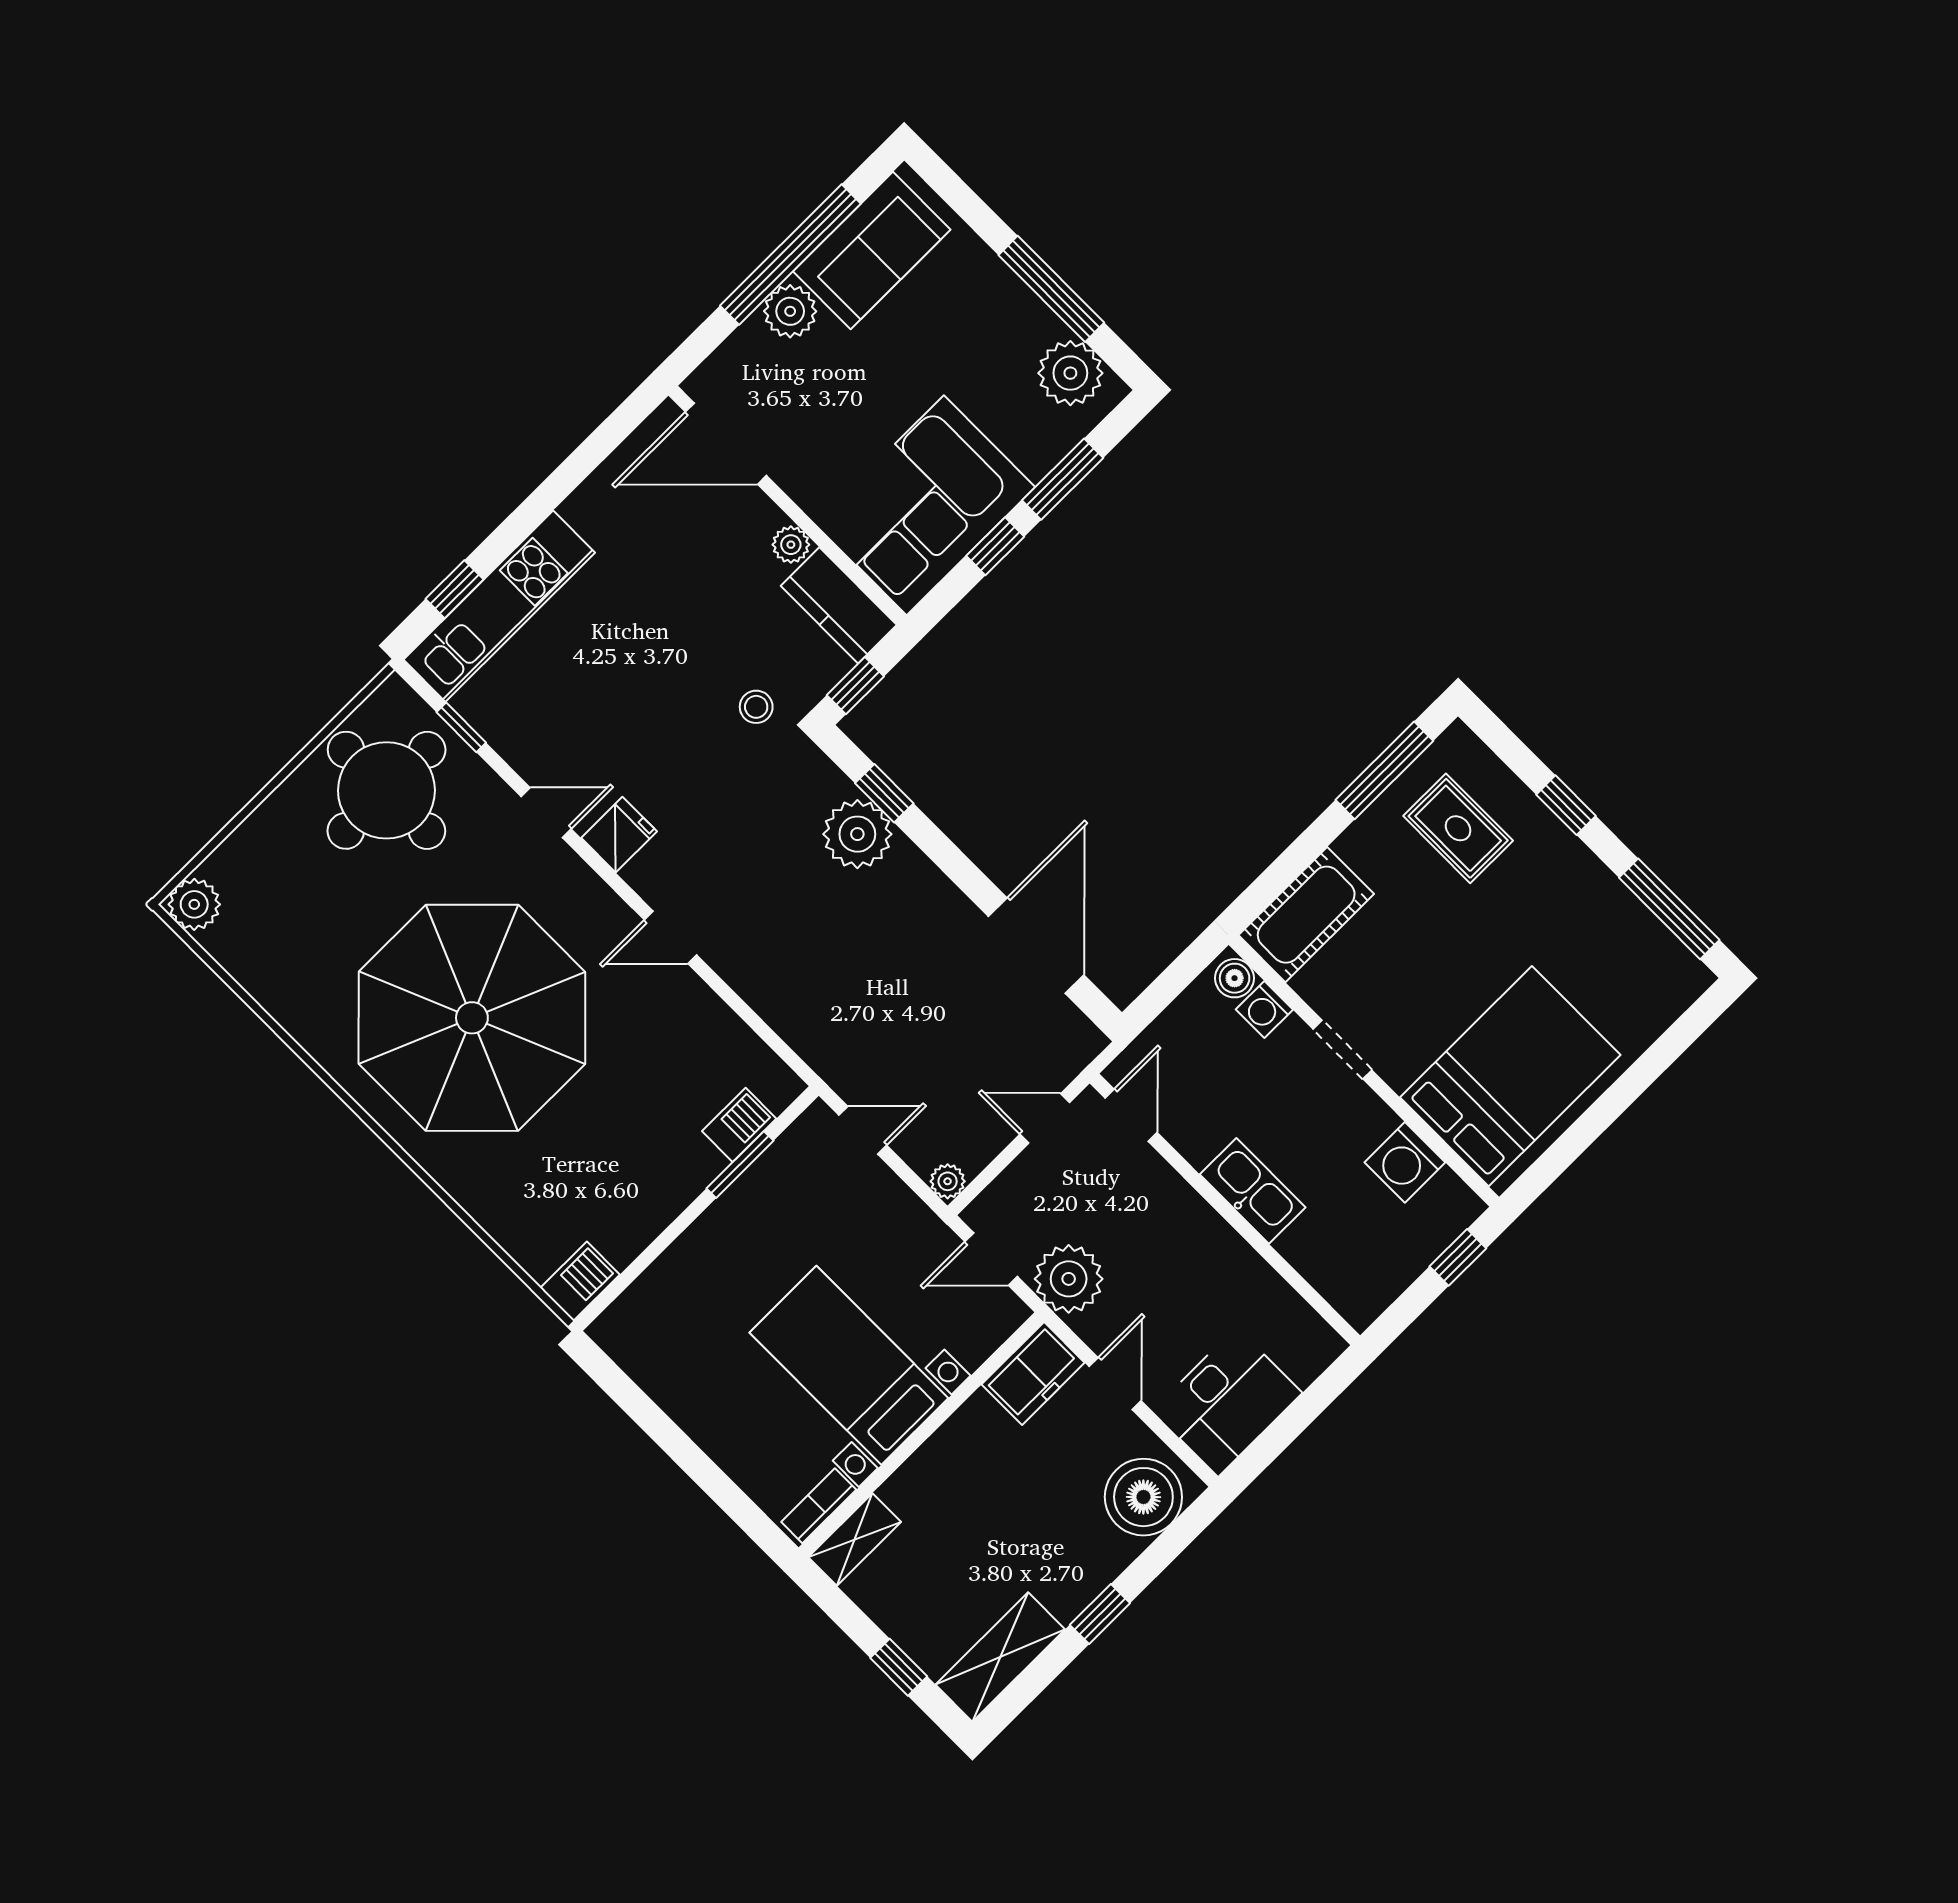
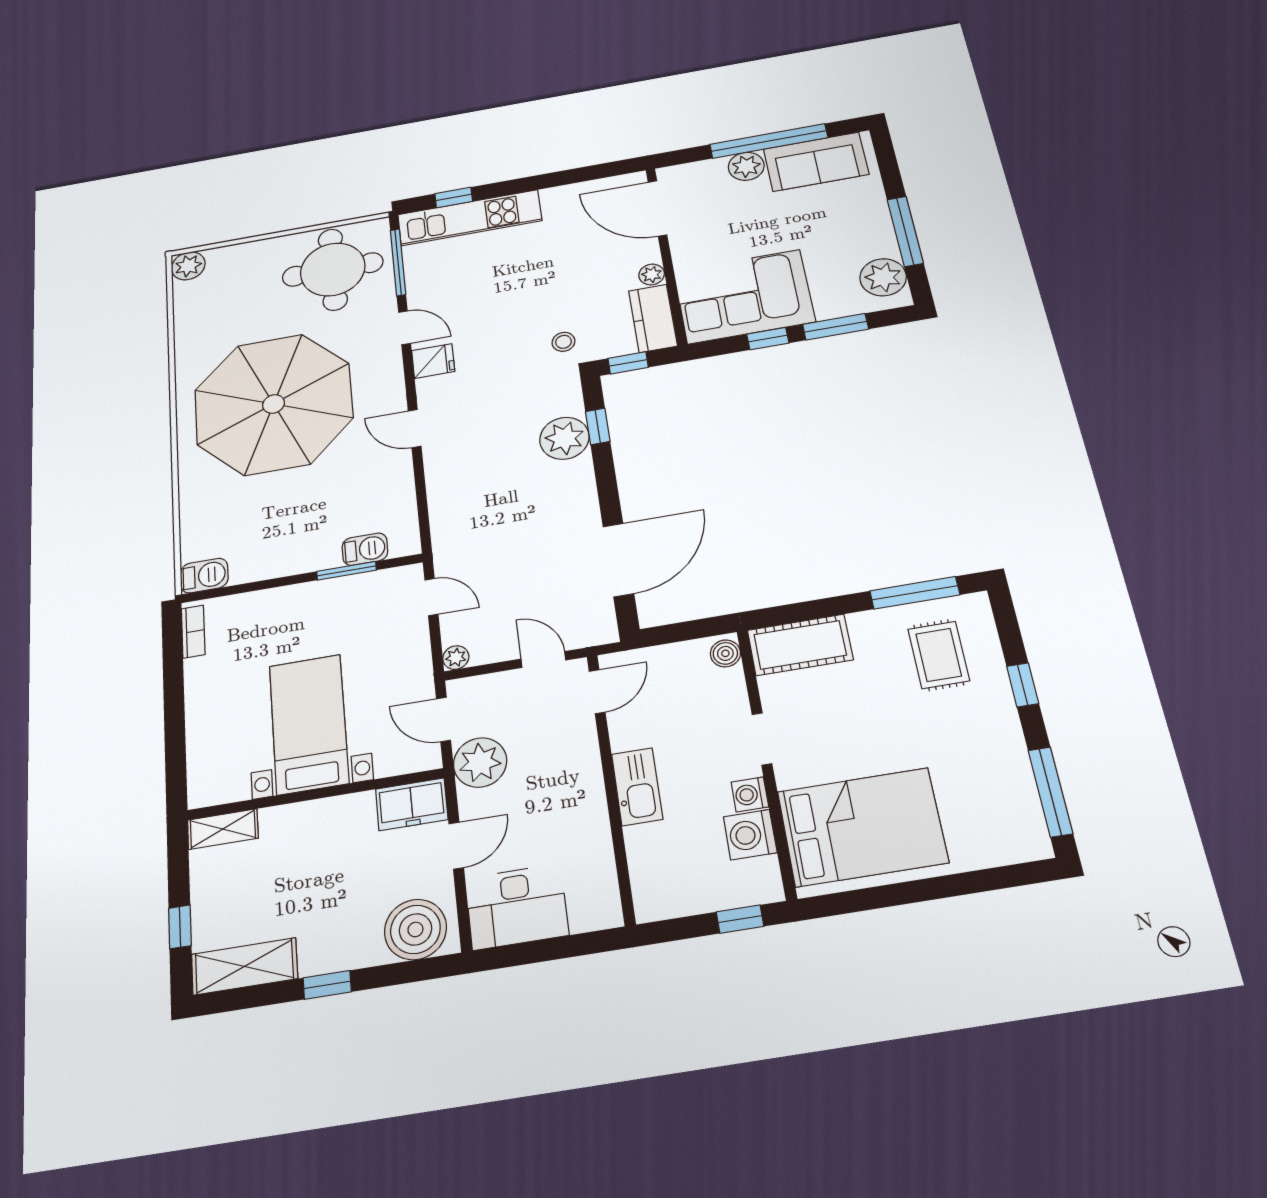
window: (461, 727) -> (398, 262), width x2.17
washing machine: (1264, 1009) -> (750, 794), moved
bookcase: (819, 1506) -> (193, 631), moved, turned 90

